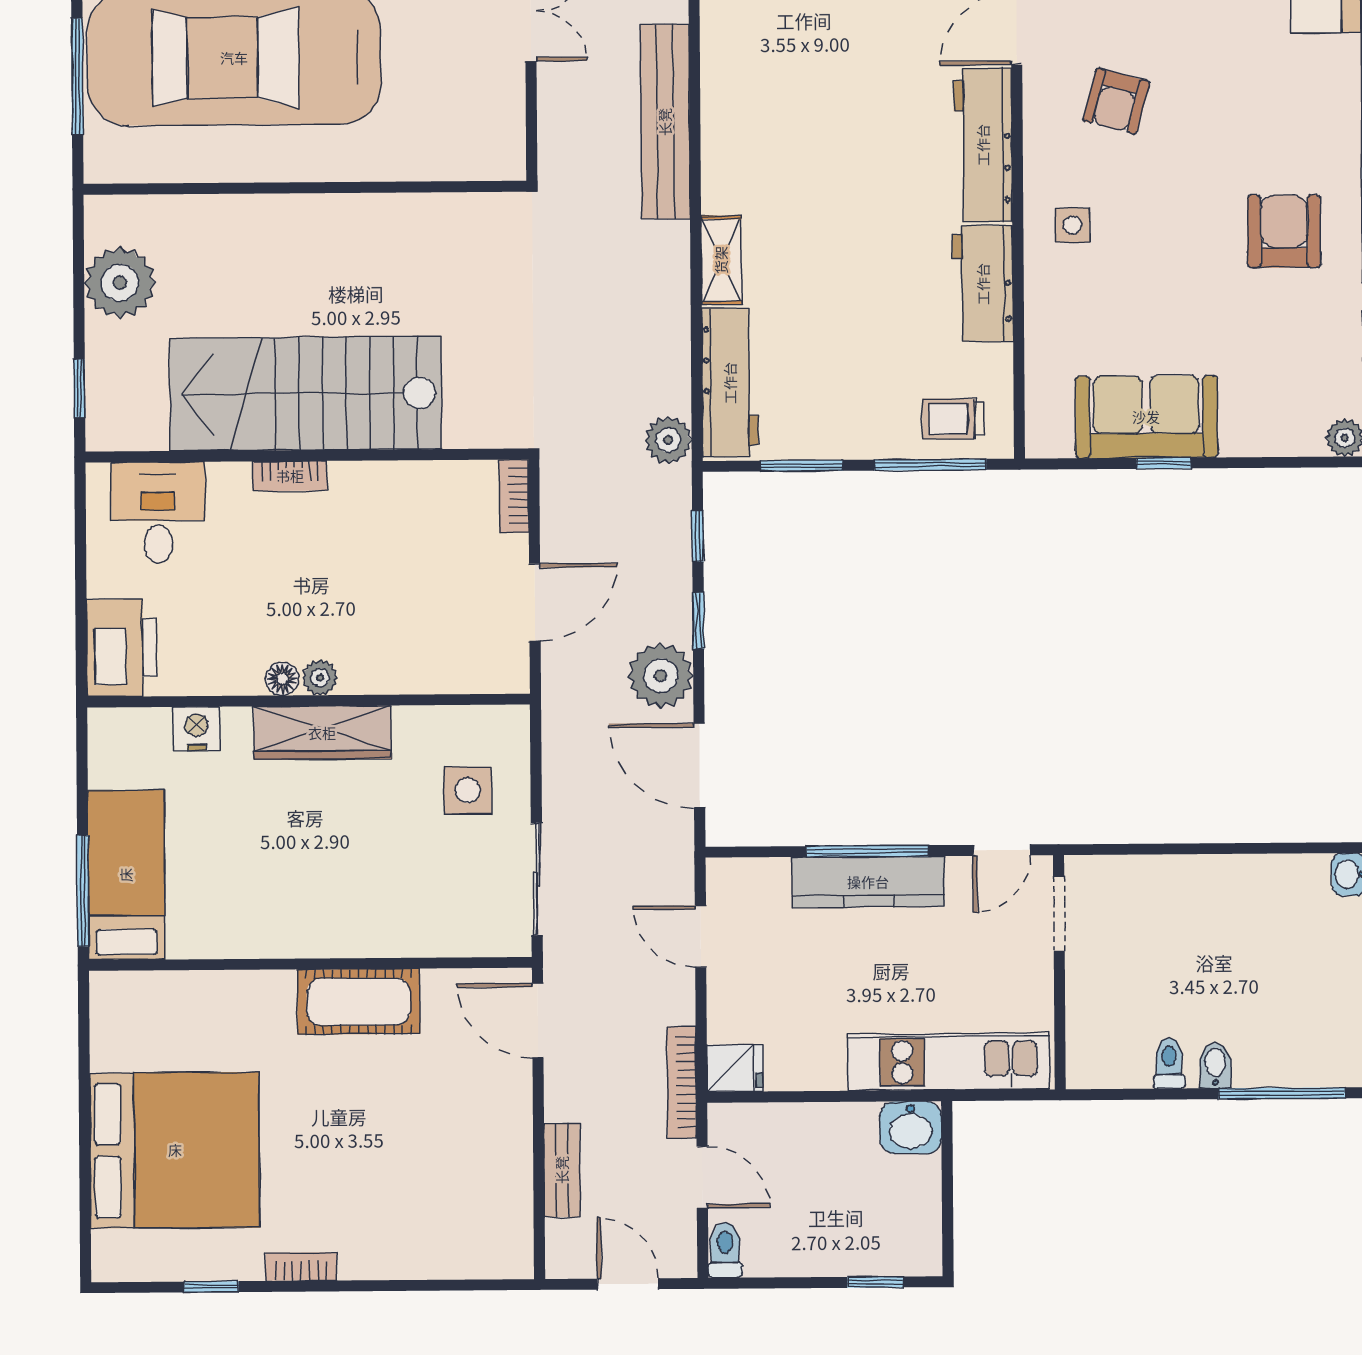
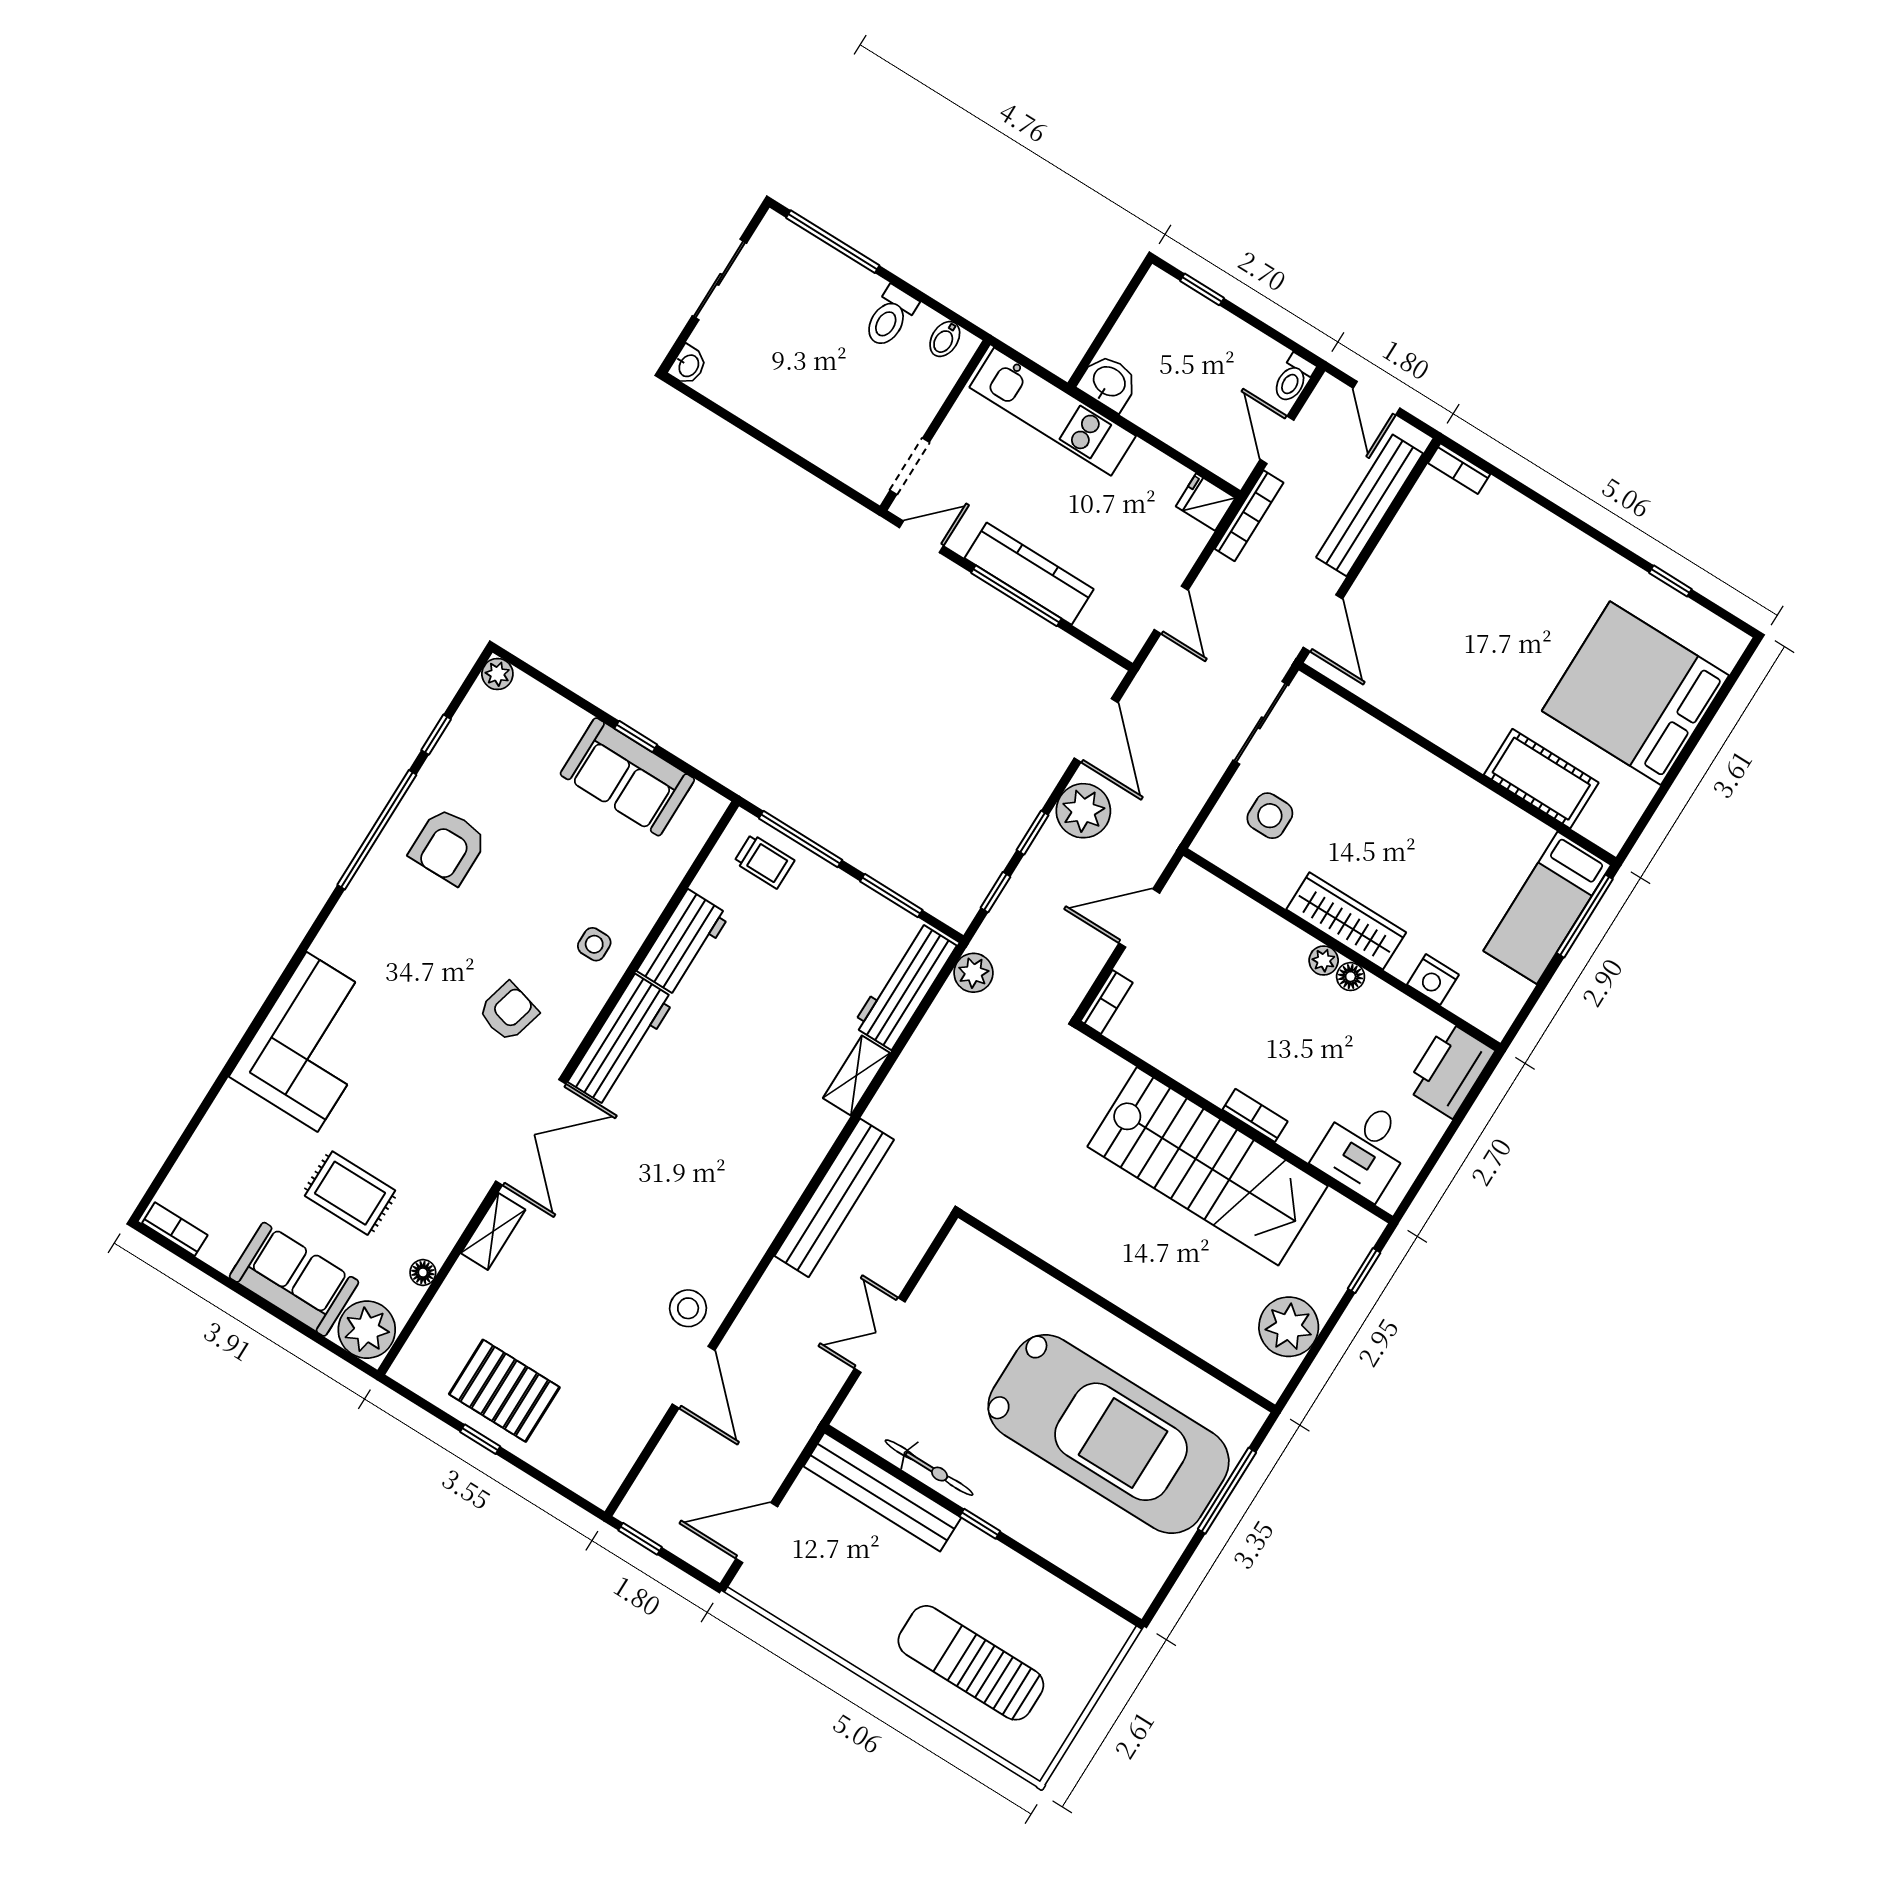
cot: (359, 1002) -> (1541, 779), moved
toilet: (1169, 1063) -> (890, 317), width x1.37, depth x1.39
bidet: (1215, 1066) -> (945, 339), moved
bench: (562, 1170) -> (1370, 505), width x1.86, depth x1.21
bookcase: (301, 1267) -> (1459, 469), moved

